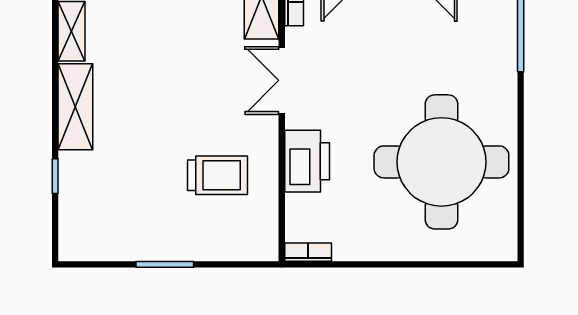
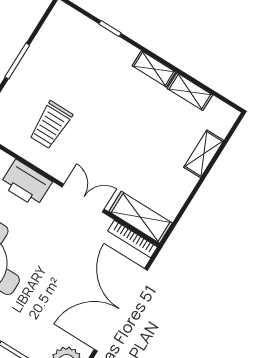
shelving: (75, 107) -> (154, 69), width x0.67, depth x0.75

